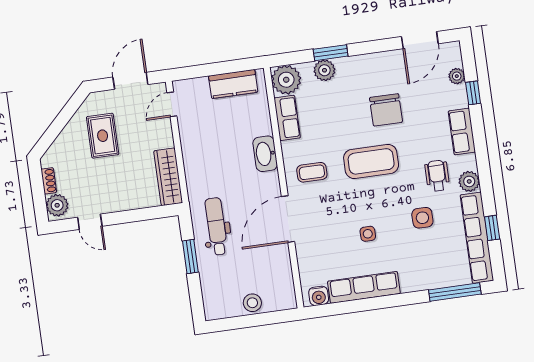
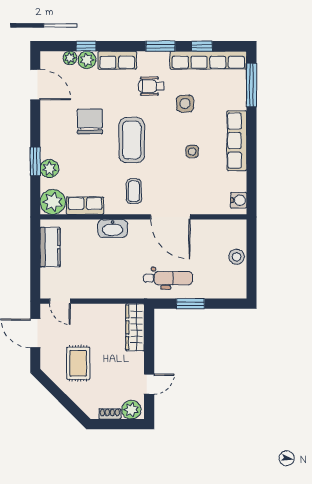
chair: (386, 110) -> (90, 121), turned -90
rug: (103, 136) -> (78, 363), turned 90
wardrobe: (168, 177) -> (135, 327), moved, turned 90
window: (485, 180) -> (160, 46), added
plant: (469, 181) -> (87, 60), moved
dental chair: (216, 226) -> (168, 278), turned 180
row of seats: (364, 287) -> (237, 141), moved

